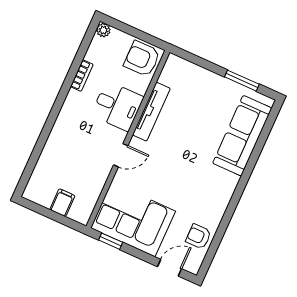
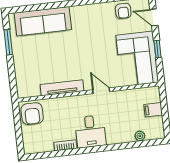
plant: (103, 30) -> (140, 136), moved
desk: (117, 106) -> (90, 131), moved, turned 180
window: (111, 241) -> (158, 49), moved

